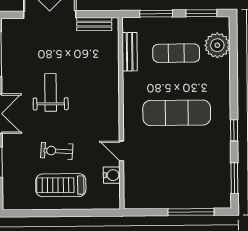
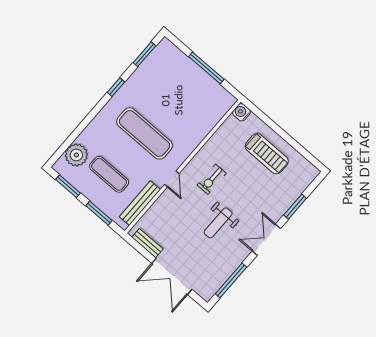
bench: (130, 52) -> (140, 203), width x1.36
exercise bike: (57, 151) -> (212, 179), moved, turned 86
door: (121, 151) -> (172, 179), moved
water cooler: (112, 175) -> (241, 112), moved
window: (191, 212) -> (206, 68), moved

